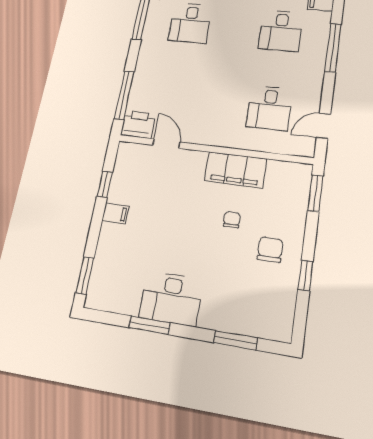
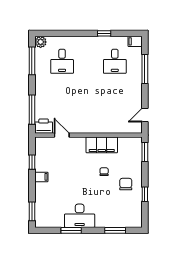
desk: (269, 108) -> (115, 108), removed

